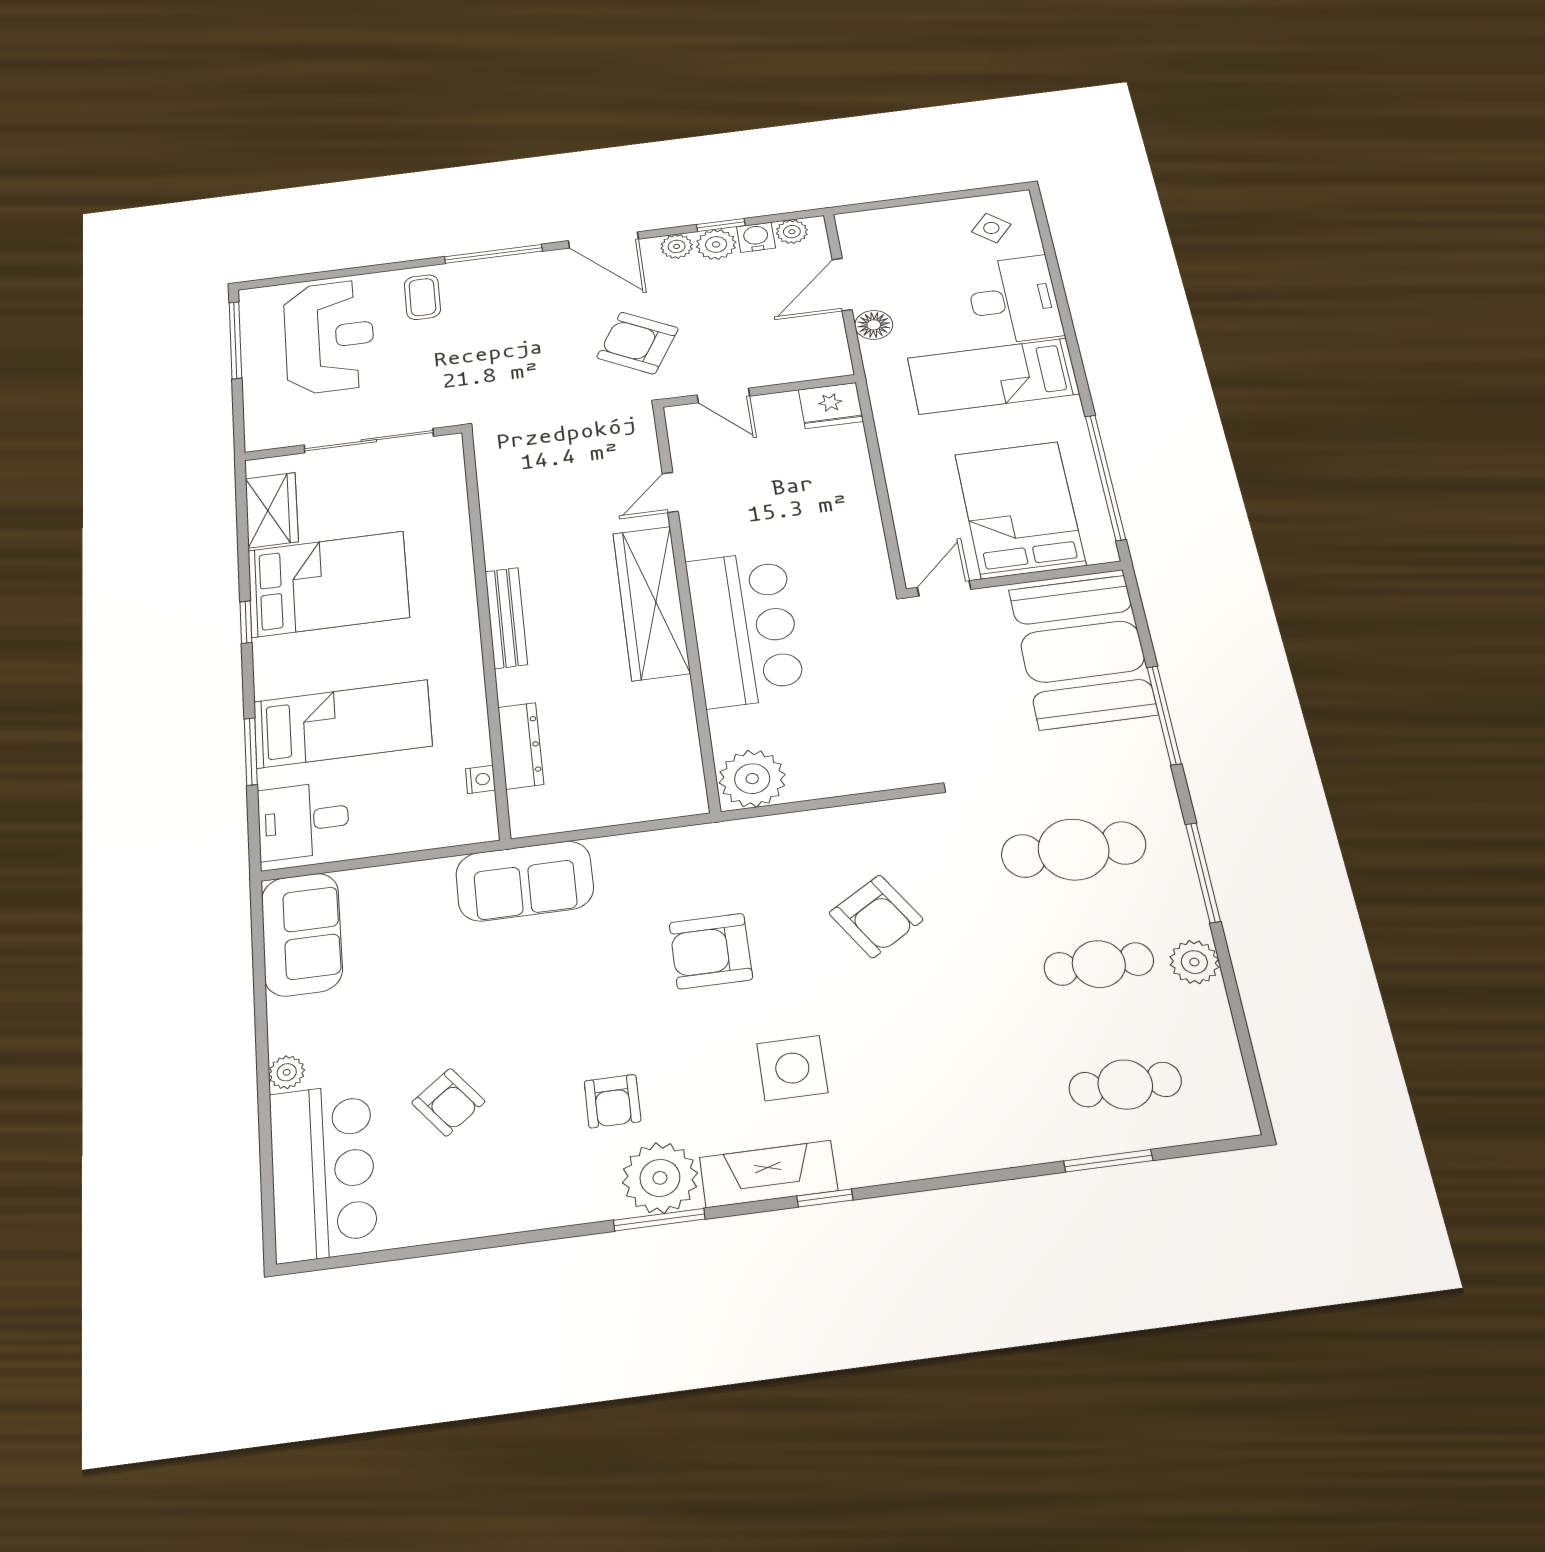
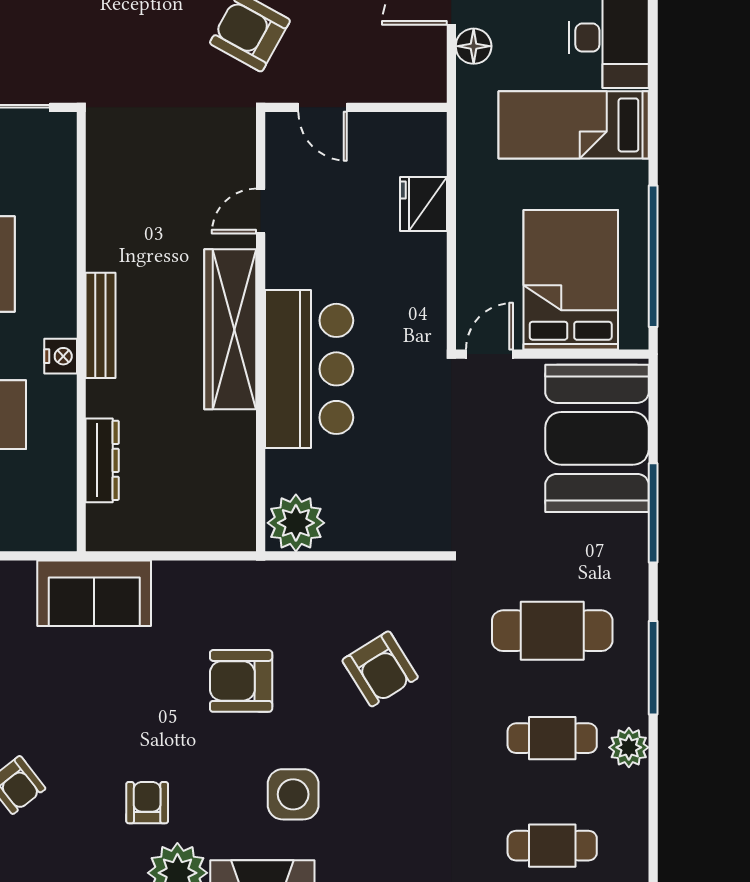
fridge: (831, 406) -> (423, 204), moved, turned 90
nightstand: (480, 779) -> (61, 356), moved, width x1.39, depth x1.35
armchair: (613, 1101) -> (147, 803), turned 180

